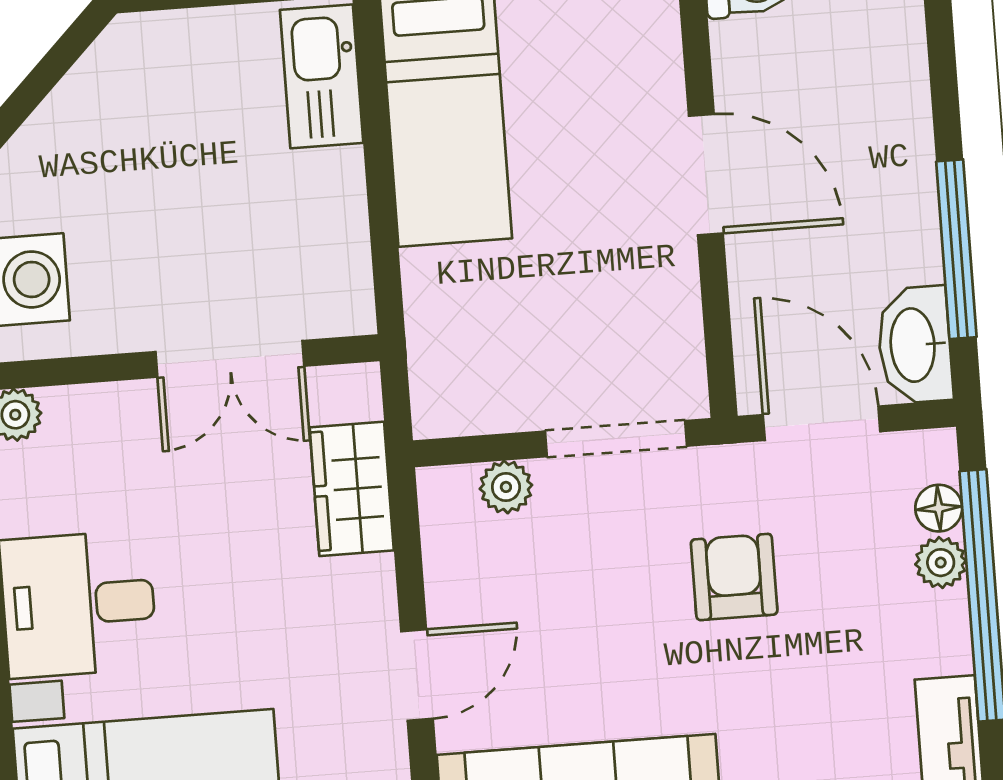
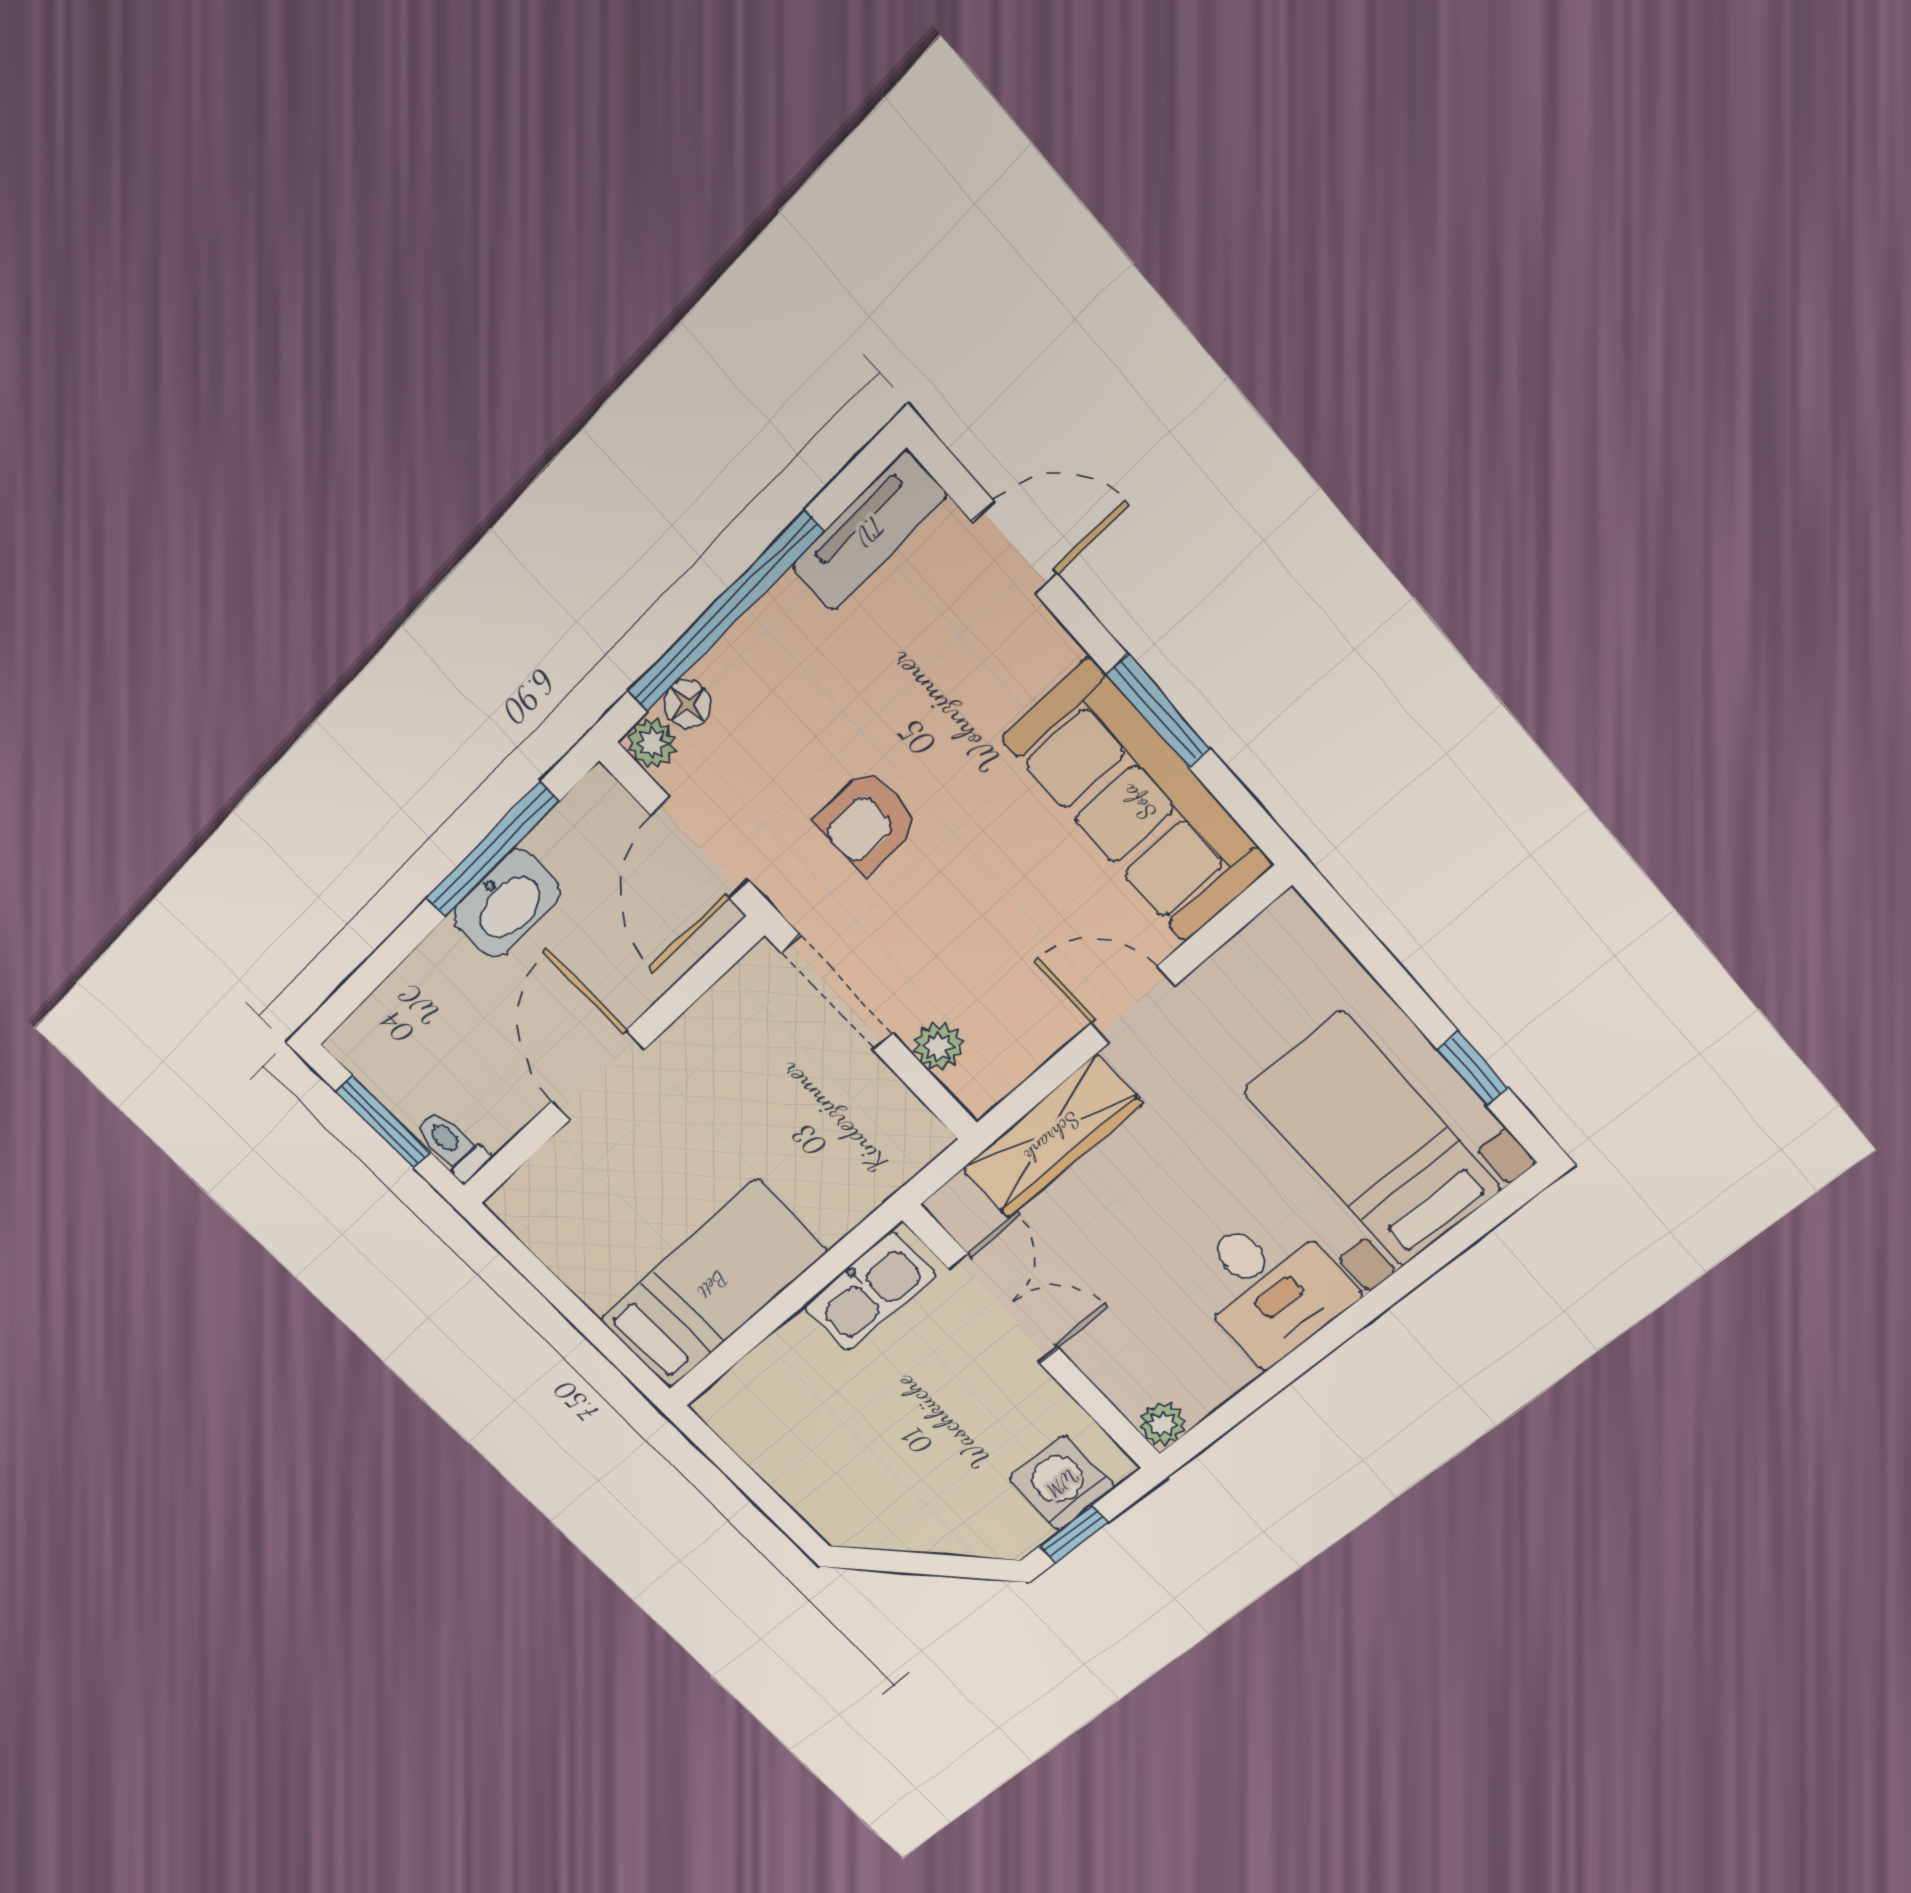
kitchen sink: (322, 76) -> (869, 1291), moved
washbasin: (915, 345) -> (507, 904), moved
wardrobe: (352, 489) -> (1052, 1137), width x1.50
plant: (941, 563) -> (652, 743), moved

